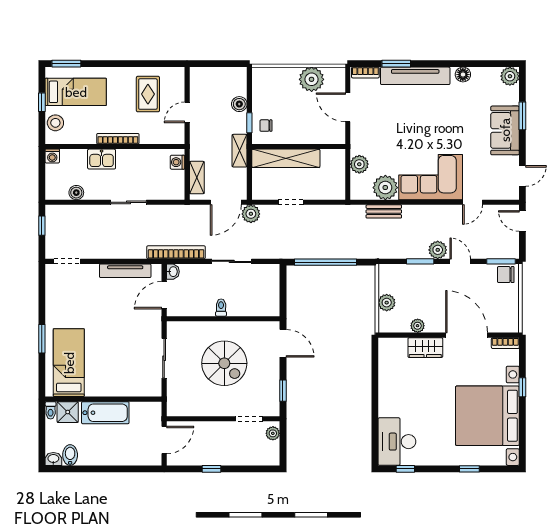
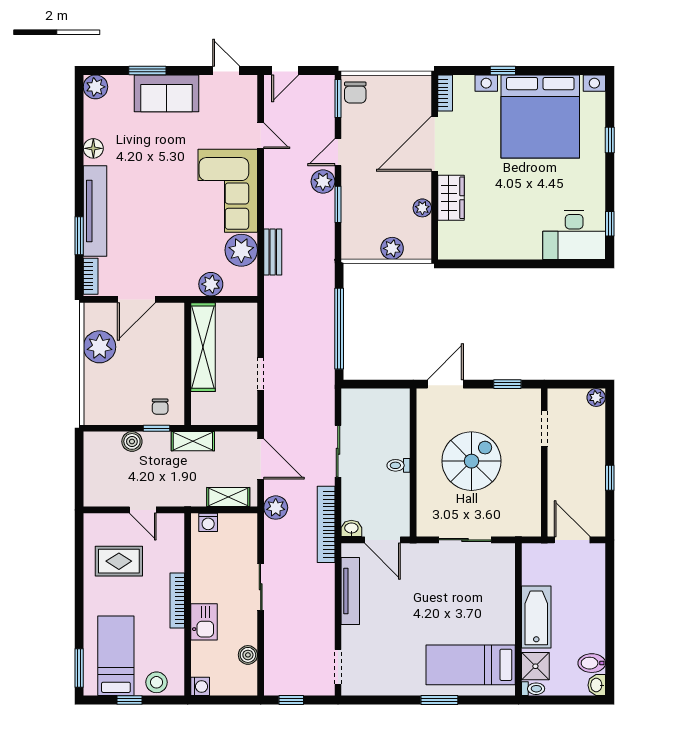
shelving: (286, 158) -> (203, 347), moved
plant: (251, 214) -> (276, 508), moved
plant: (273, 433) -> (596, 398), moved

